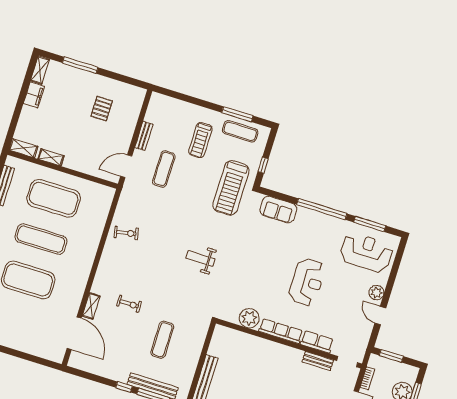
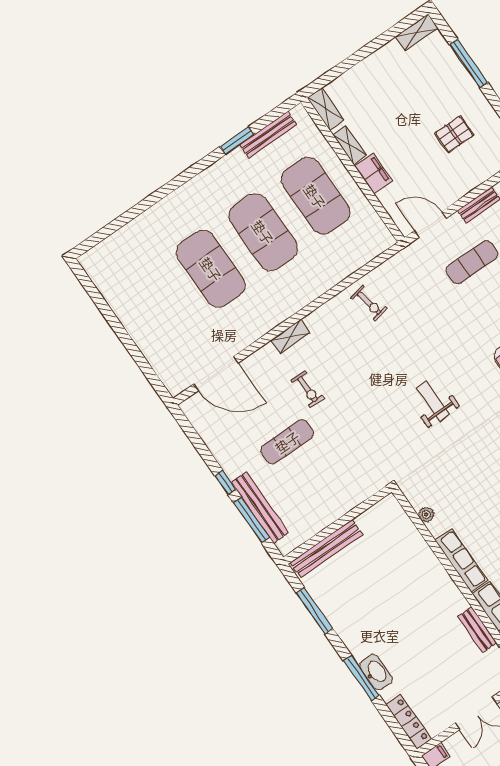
filing cabinet: (34, 95) -> (373, 173), moved, turned -90
exercise mat: (41, 239) -> (263, 232), width x1.47
shelving: (91, 306) -> (290, 336), moved
plant: (249, 318) -> (426, 515), width x0.53, depth x0.53
door: (74, 333) -> (216, 373), hinge flipped
exercise mat: (162, 340) -> (287, 442), moved

